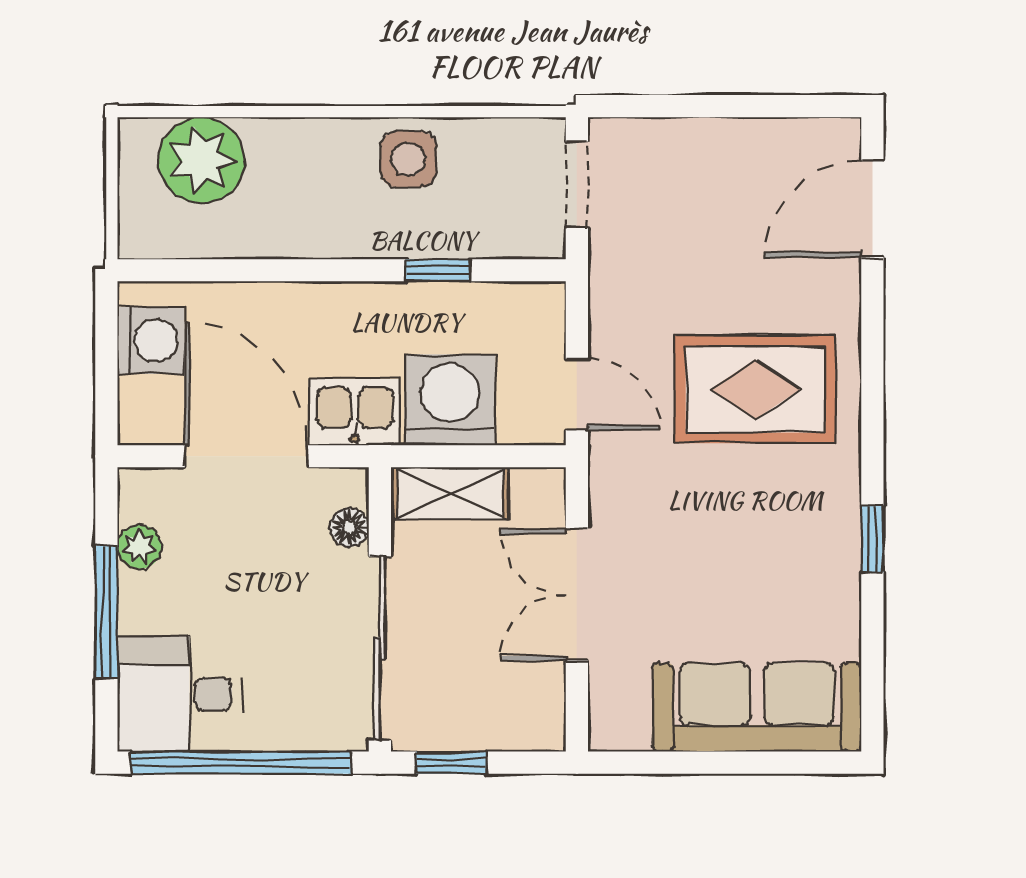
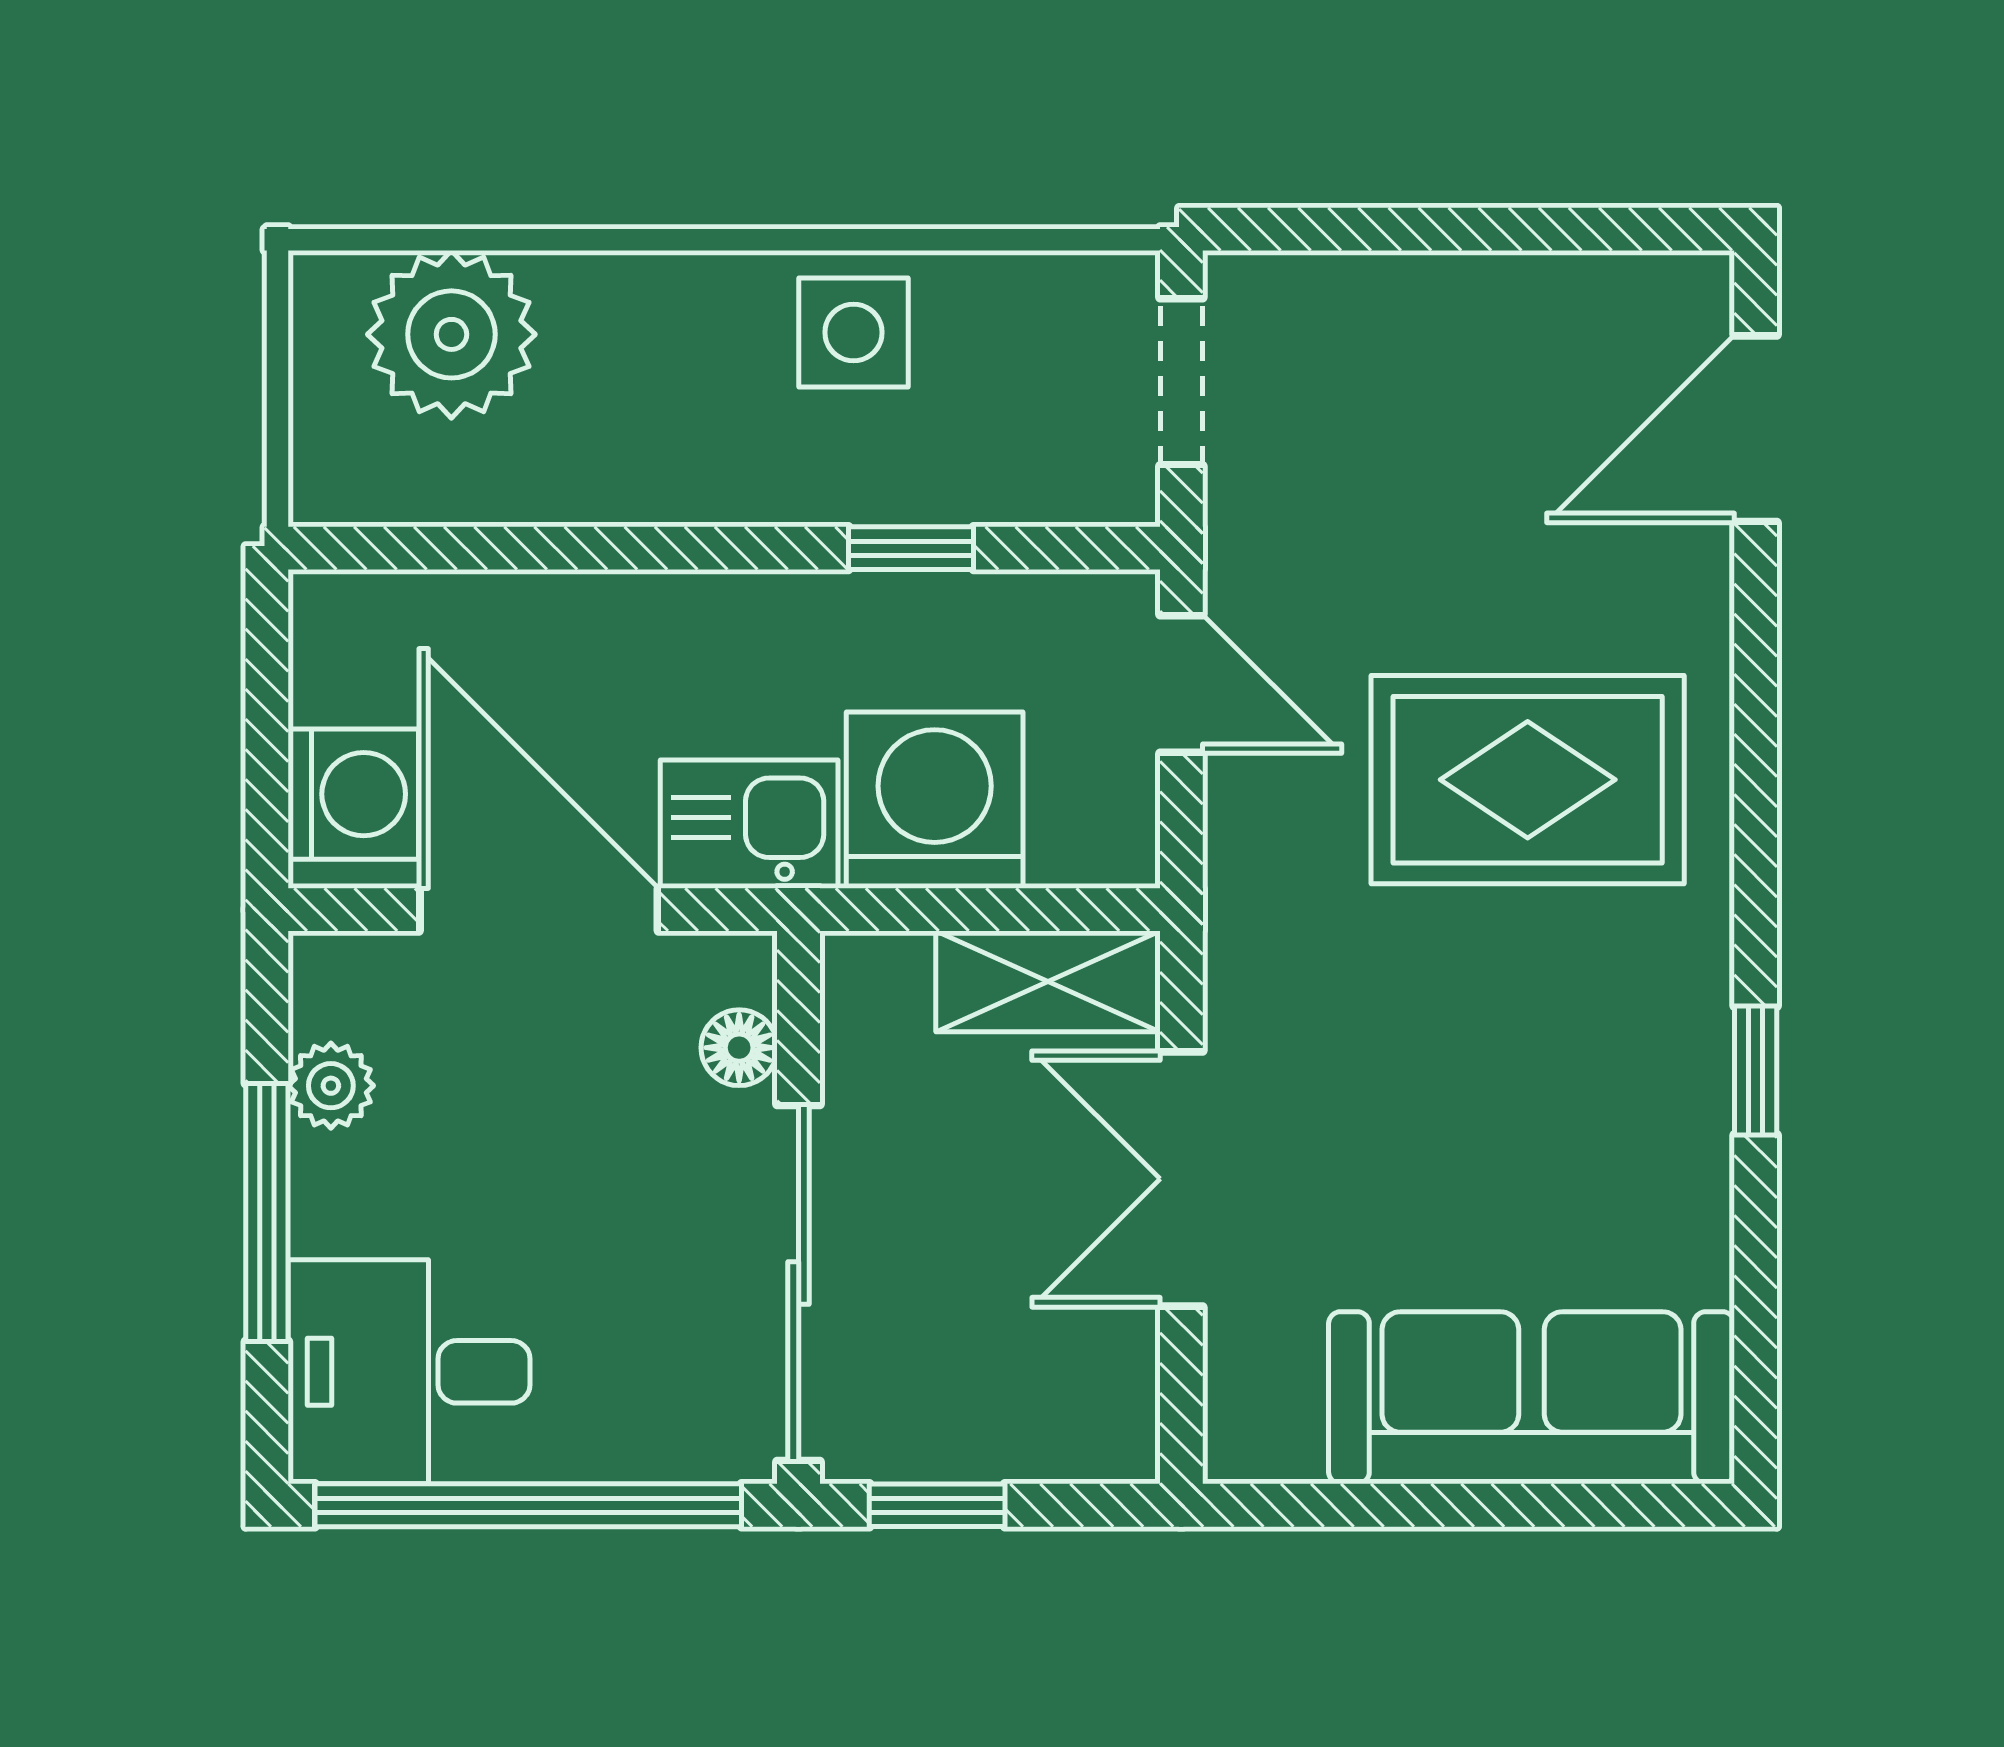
washing machine: (151, 340) -> (353, 794), moved
door: (577, 394) -> (1181, 684), moved
shelving: (450, 493) -> (1048, 981), moved

